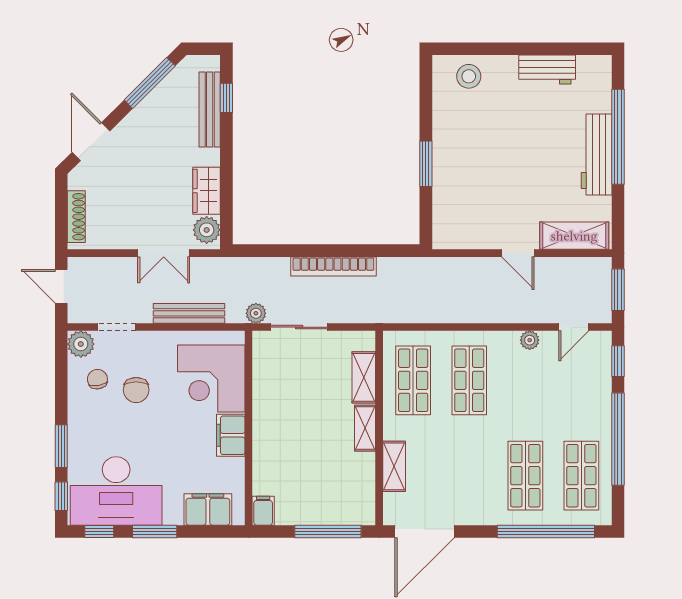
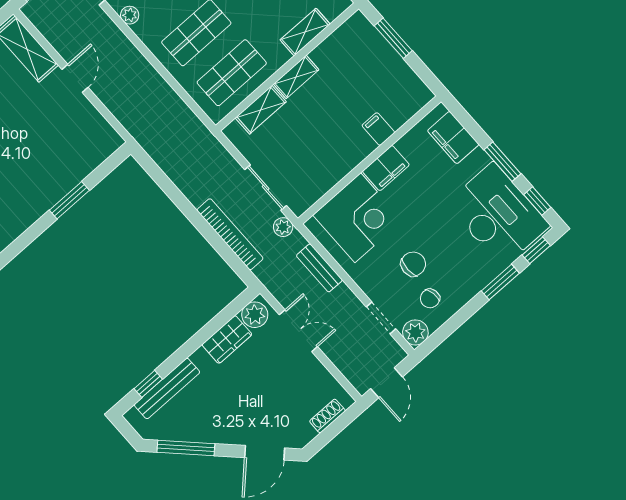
shoe rack: (76, 217) -> (327, 416), width x0.70
bookcase: (333, 266) -> (230, 234), moved
bench: (189, 313) -> (319, 268), width x0.73
filing cabinet: (263, 511) -> (378, 129), moved, turned 90
window: (328, 531) -> (393, 38), width x0.69

